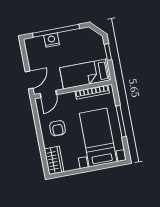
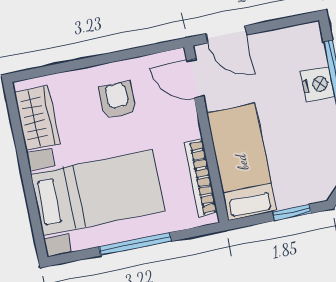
armchair: (58, 128) -> (118, 100), turned 90
wardrobe: (54, 160) -> (37, 118), moved, turned -90

